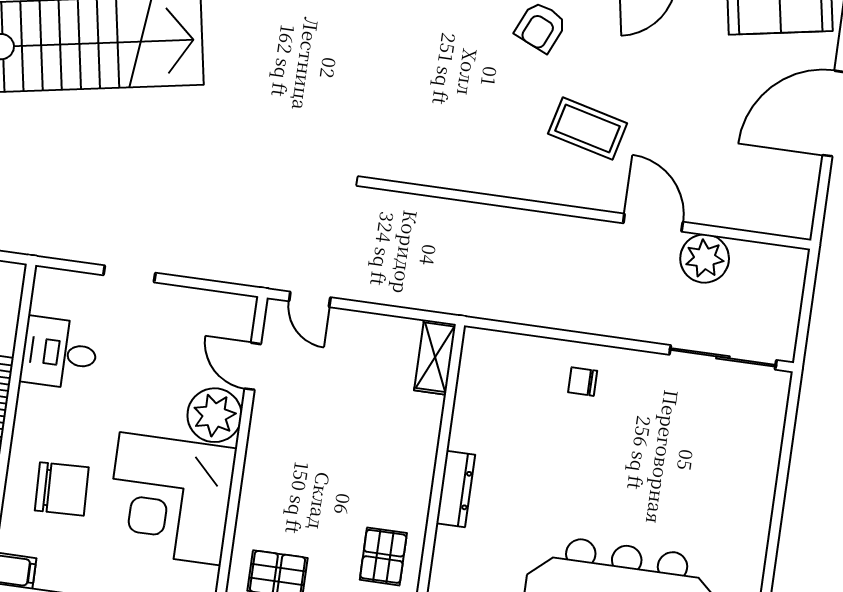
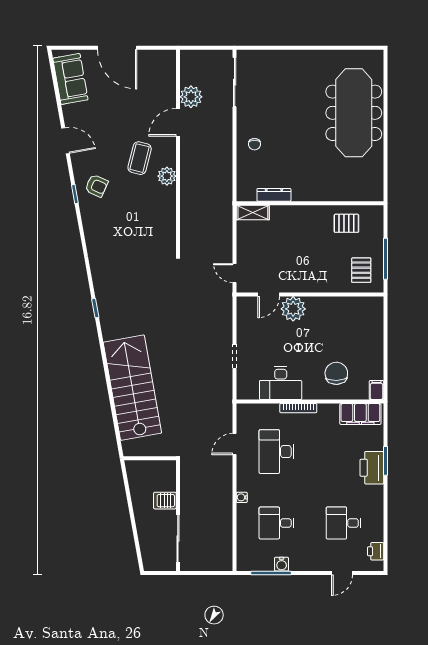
plant: (540, 182) -> (167, 176), added
door: (310, 299) -> (235, 273), swing flipped
desk: (59, 353) -> (281, 383), width x1.37
dresser: (456, 489) -> (274, 195), moved
corner desk: (170, 499) -> (334, 324), removed

